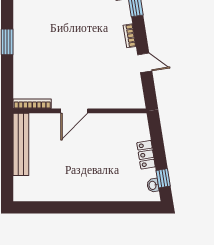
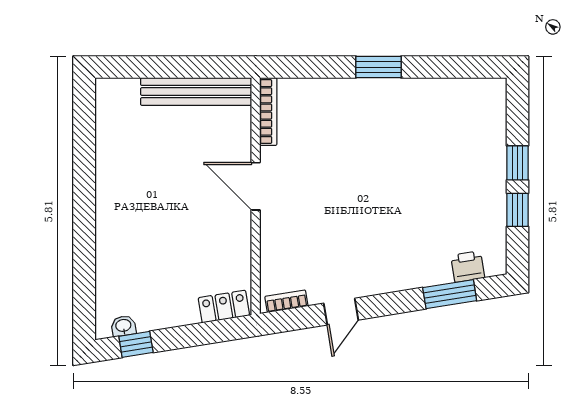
bookcase: (130, 36) -> (286, 301), moved
locker: (146, 155) -> (224, 307), moved

